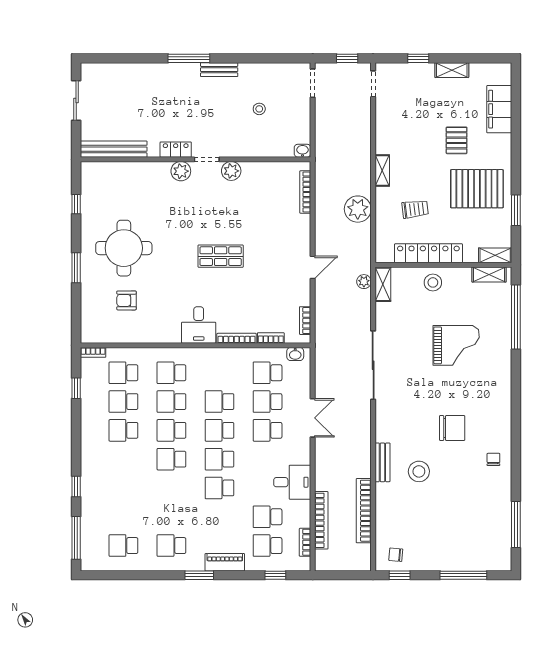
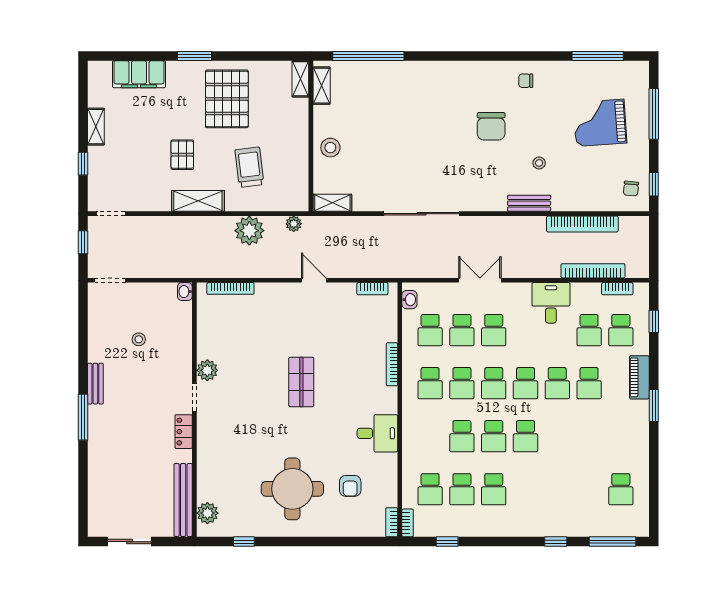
pallet: (457, 140) -> (182, 155), moved, turned 90
shelving: (382, 170) -> (198, 201), width x1.50, depth x1.33
plant: (181, 171) -> (207, 513), moved
trolley: (415, 209) -> (249, 167), width x1.36, depth x1.39
window: (516, 210) -> (194, 56), moved
locker: (428, 253) -> (298, 152), removed
window: (76, 268) -> (314, 542), removed
plant: (364, 282) -> (294, 224), moved
desk: (199, 325) -> (377, 433), moved
bookcase: (271, 338) -> (392, 522), moved
grand piano: (456, 345) -> (600, 123), moved, turned -94
school desk: (171, 373) -> (430, 383), moved
chair: (452, 428) -> (491, 126), turned 180
stool: (419, 471) -> (539, 163), width x0.53, depth x0.53
school desk: (171, 546) -> (589, 383), moved

